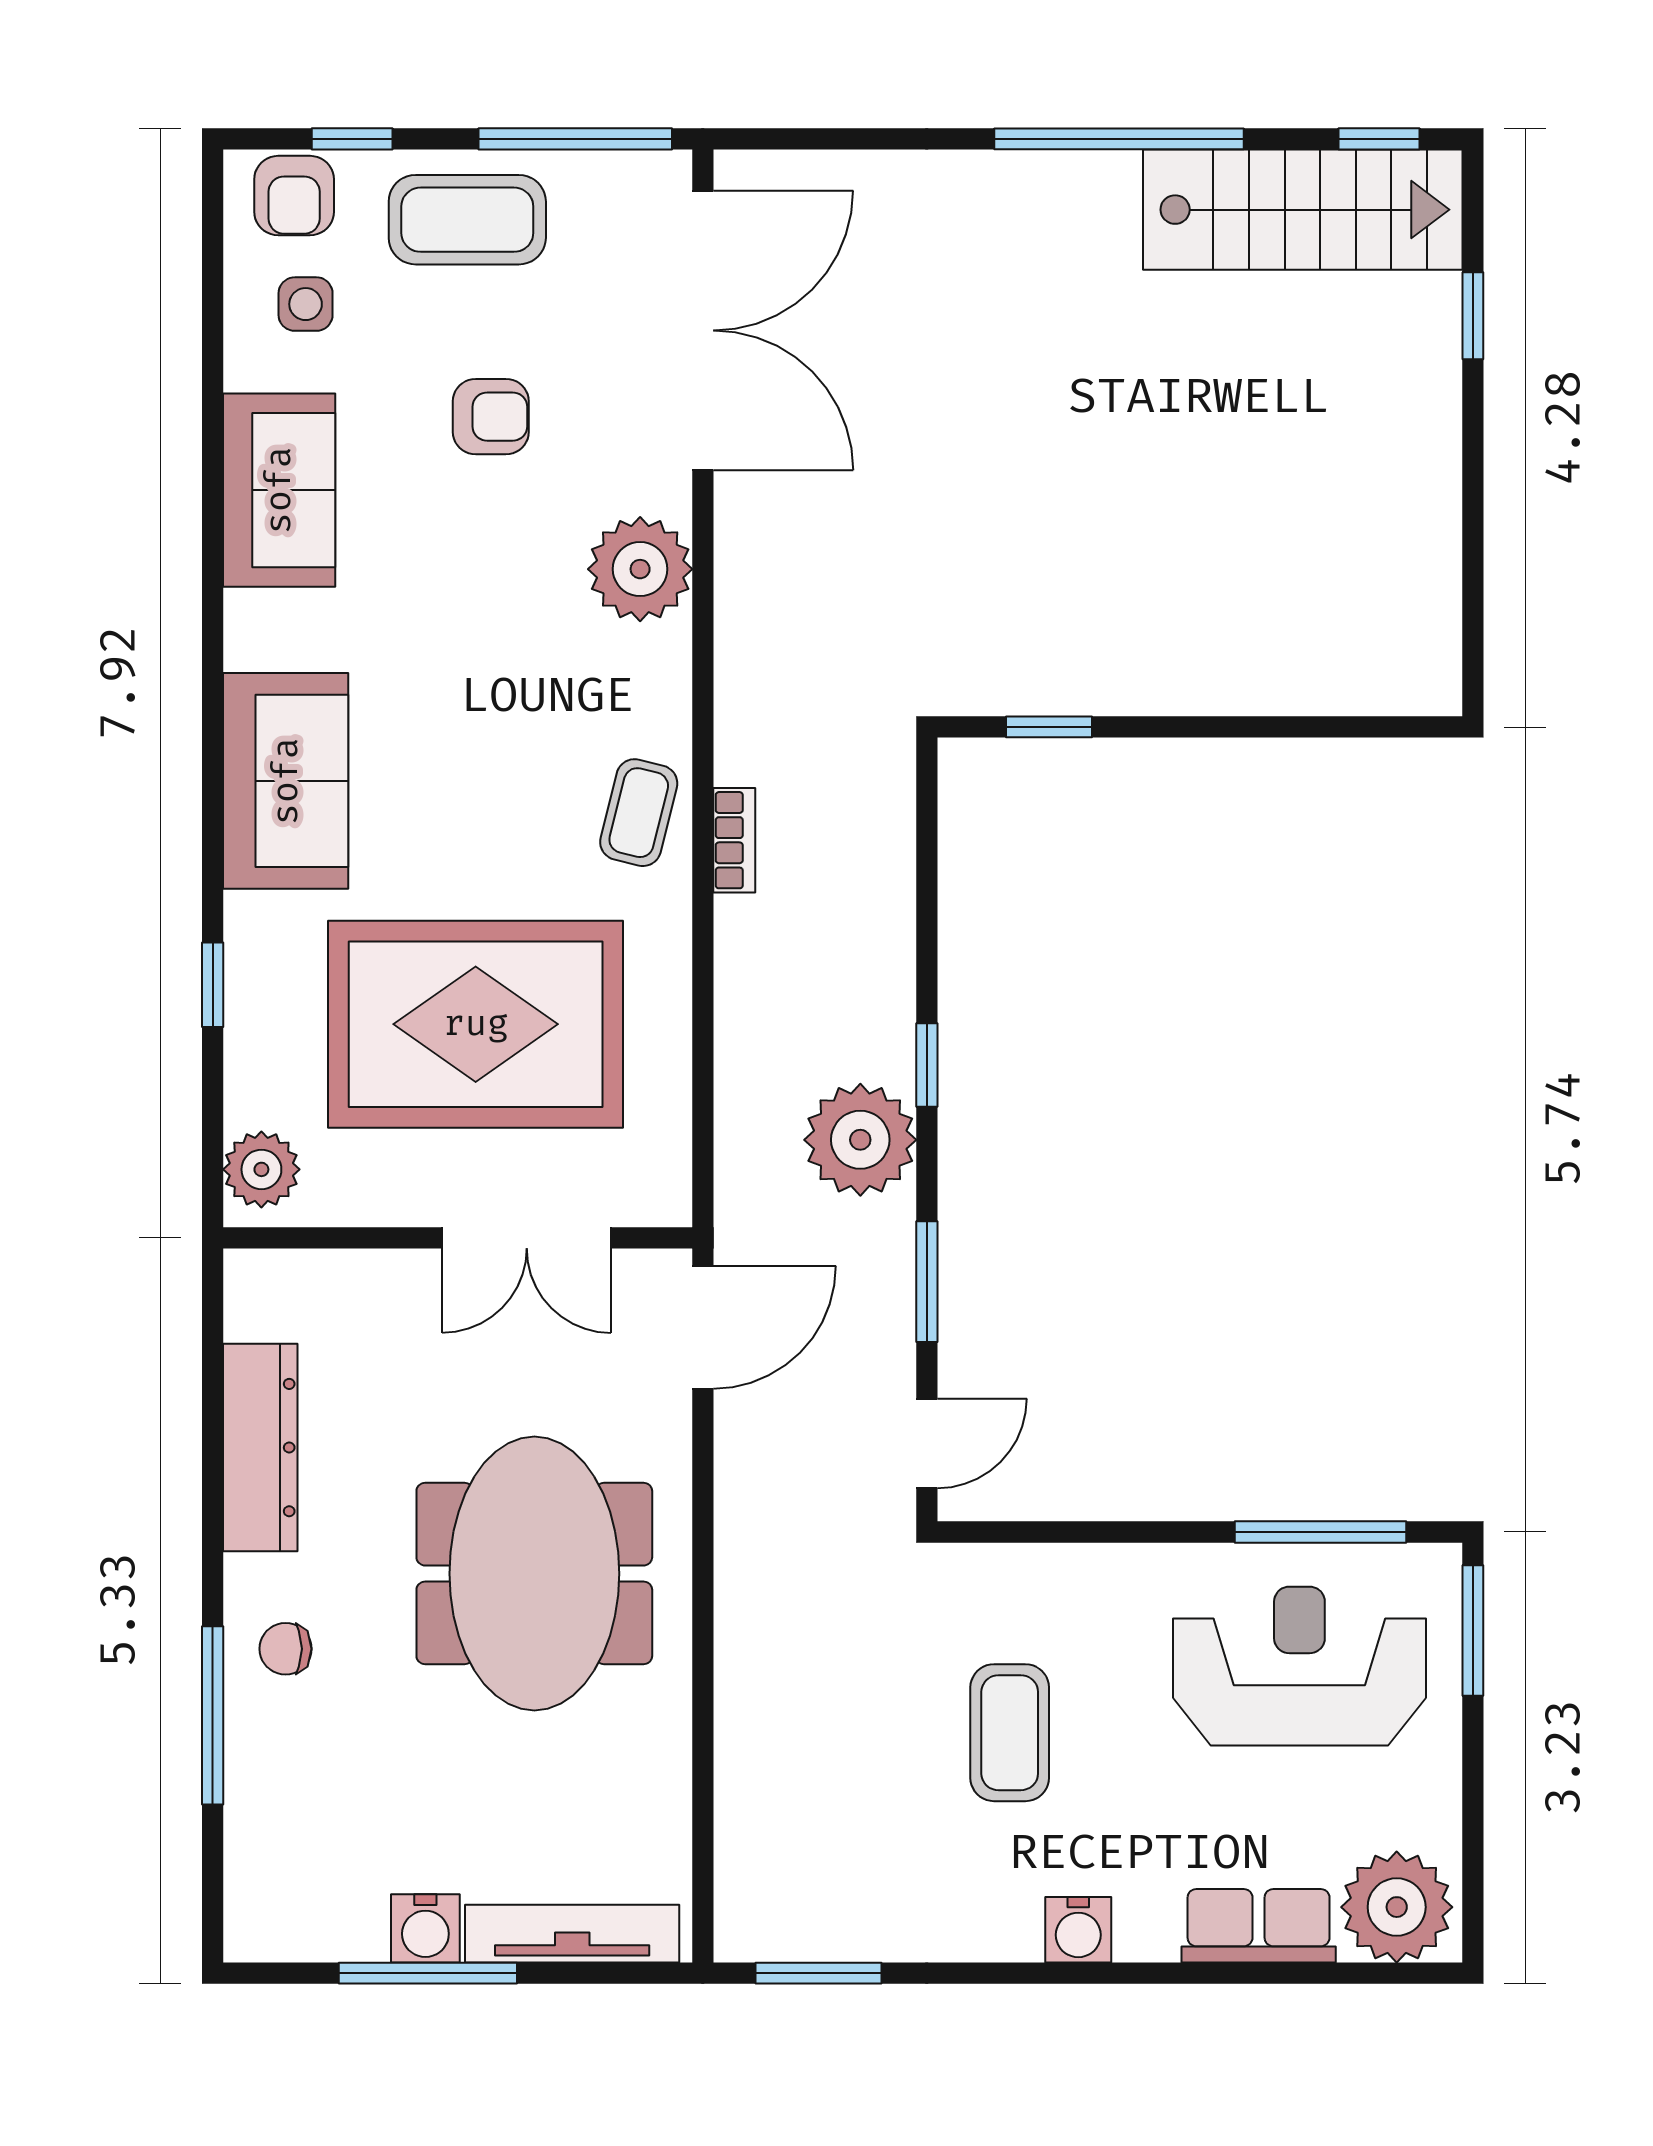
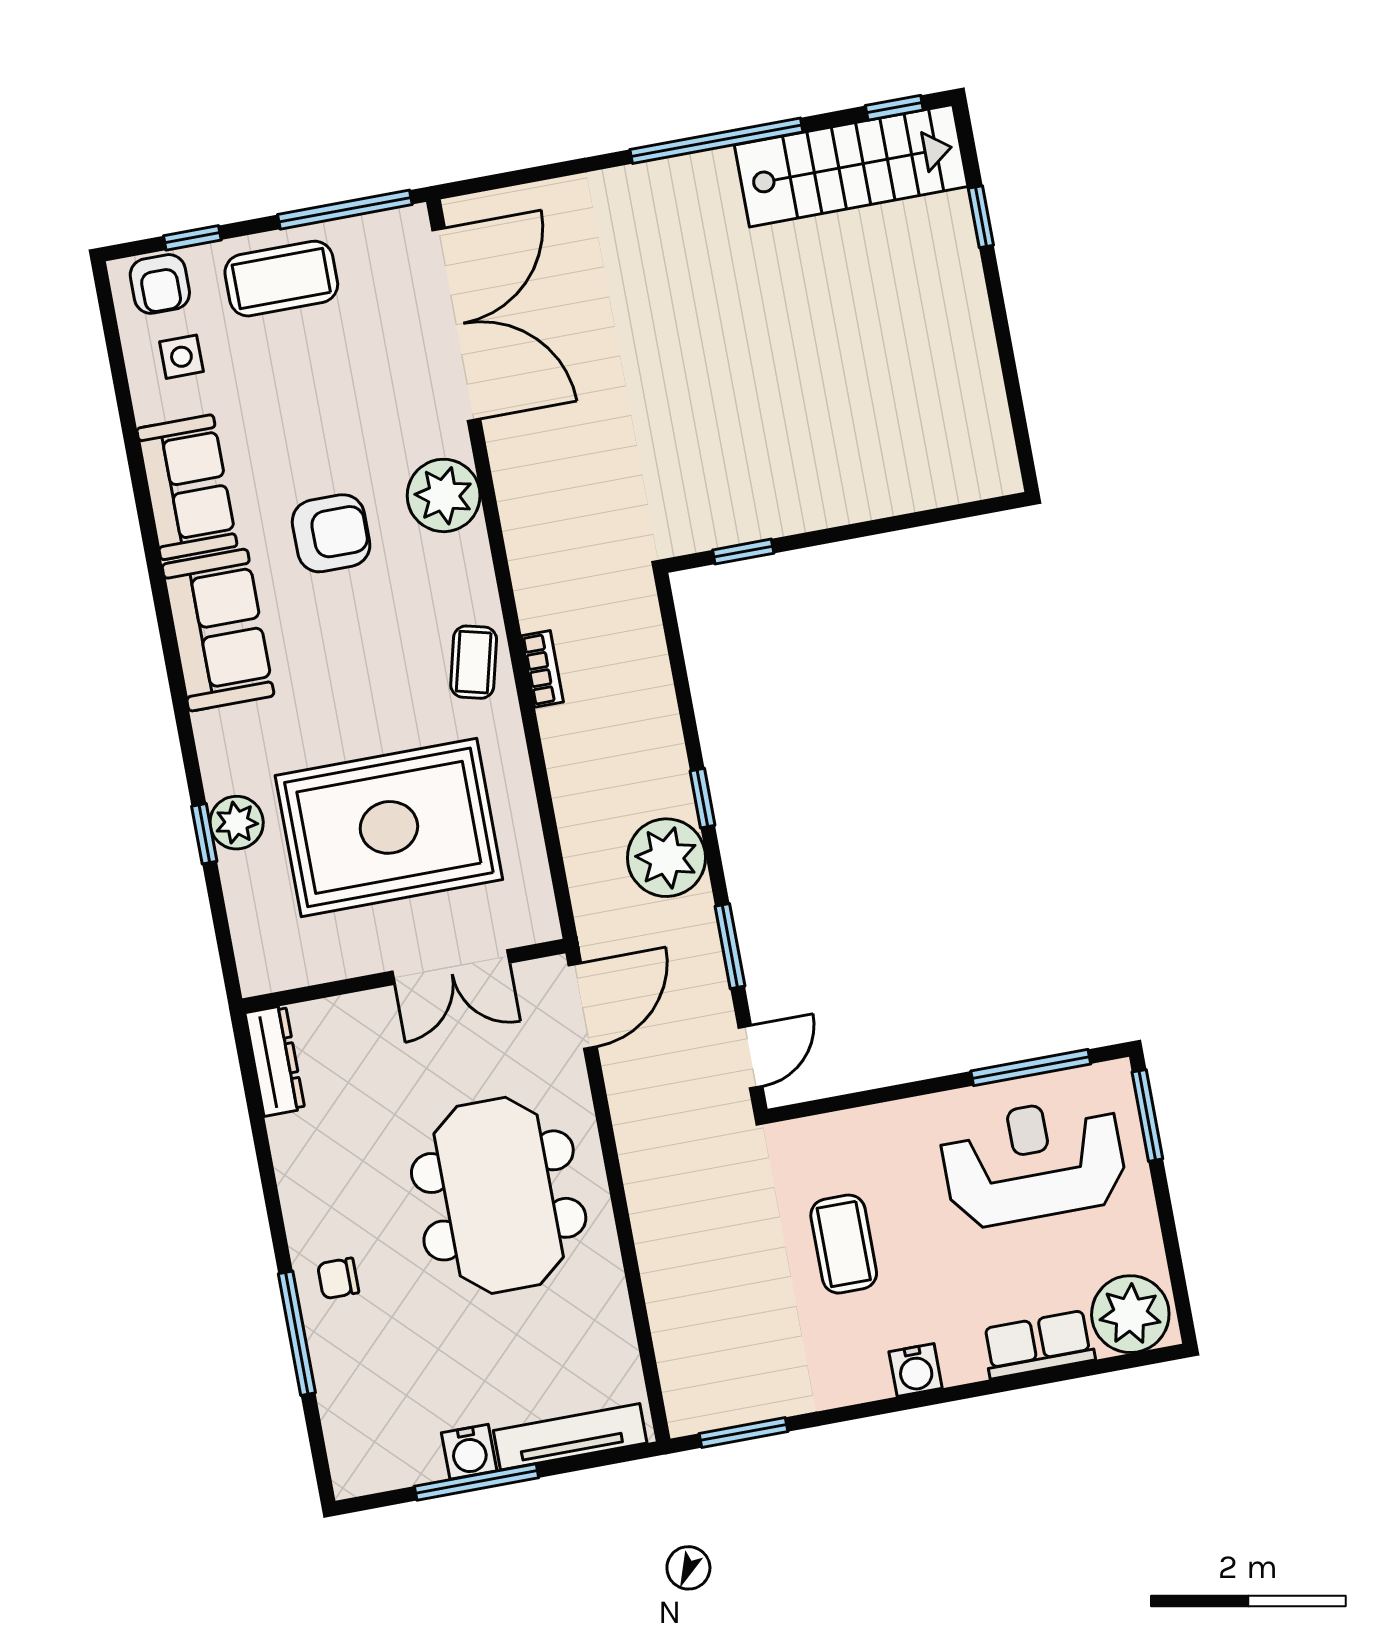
armchair: (491, 417) -> (331, 533), moved, width x1.38, depth x1.38
sofa: (286, 781) -> (218, 630), moved
plant: (261, 1169) -> (237, 823), moved
dresser: (260, 1448) -> (275, 1061), moved, width x0.73, depth x0.80

